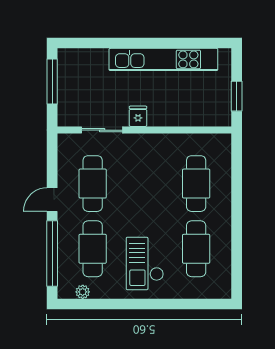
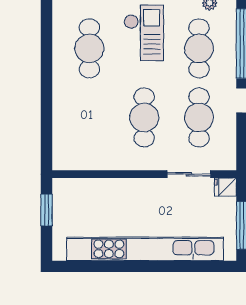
kitchen unit: (163, 59) -> (145, 249), width x1.36
fridge: (138, 116) -> (225, 187), moved, turned 90
cafe table: (196, 184) -> (144, 117), moved

